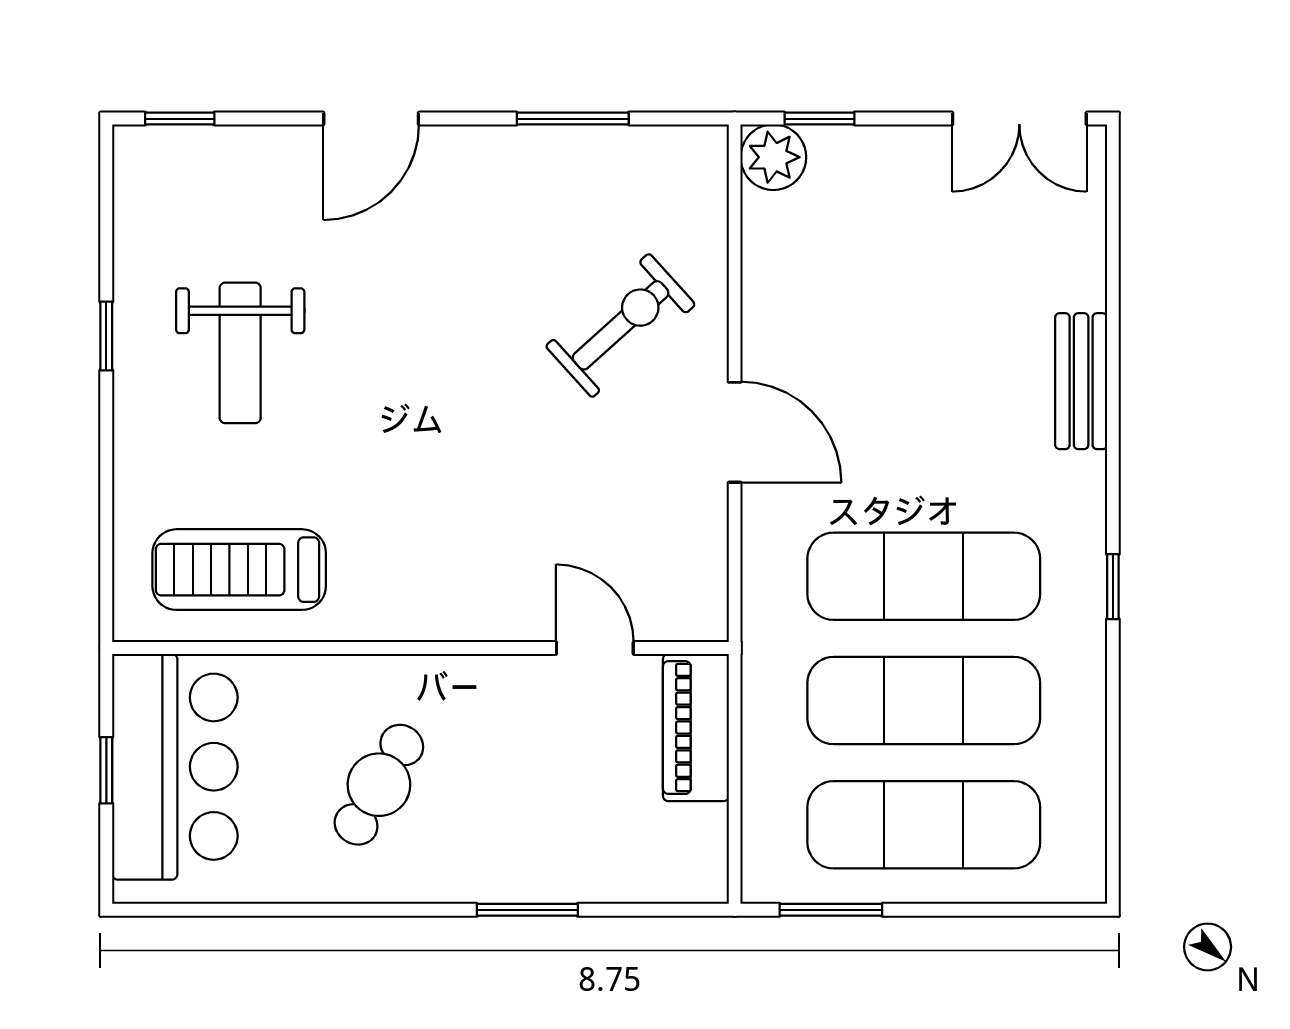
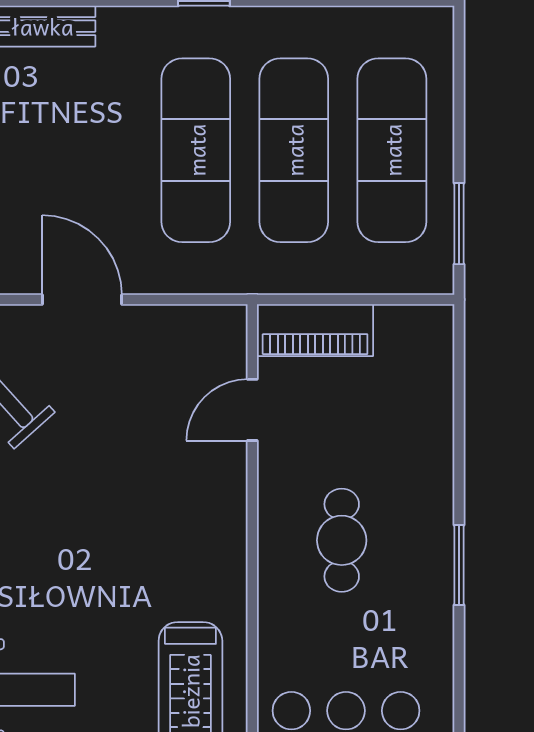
door: (735, 432) -> (82, 299), hinge flipped
cafe table: (379, 785) -> (342, 540), moved, turned 60
window: (527, 910) -> (459, 565), moved

